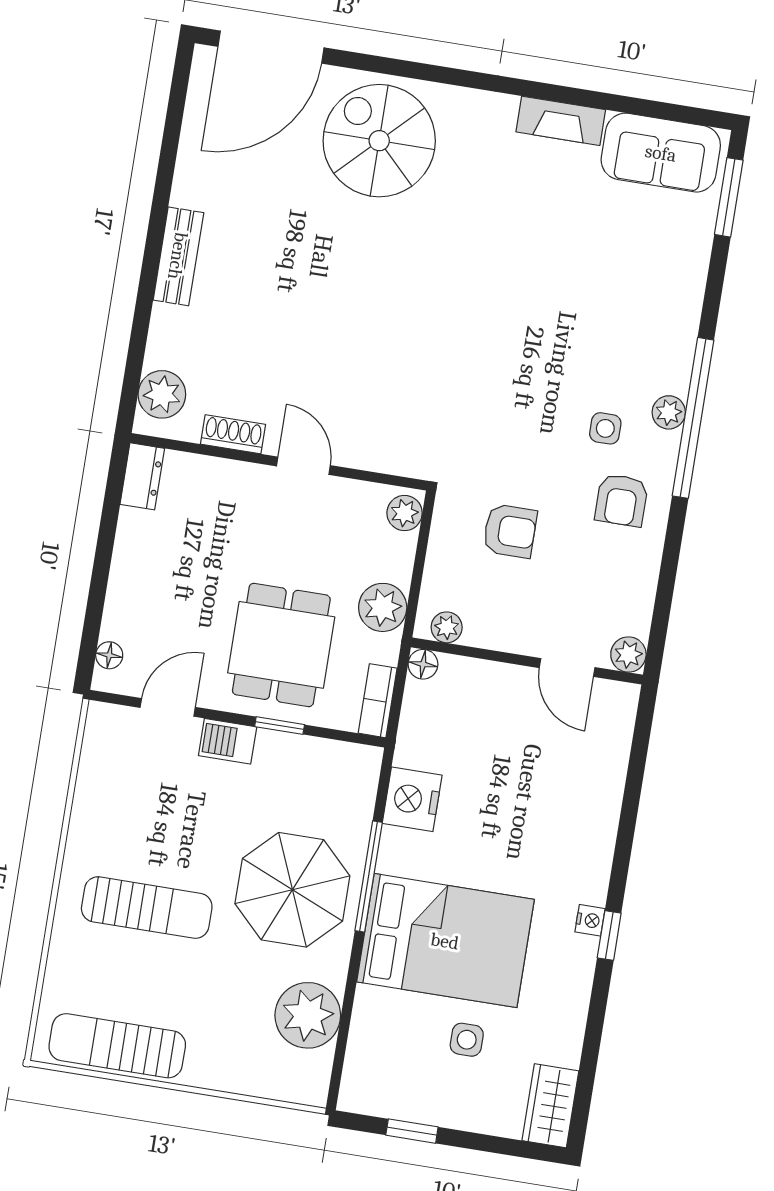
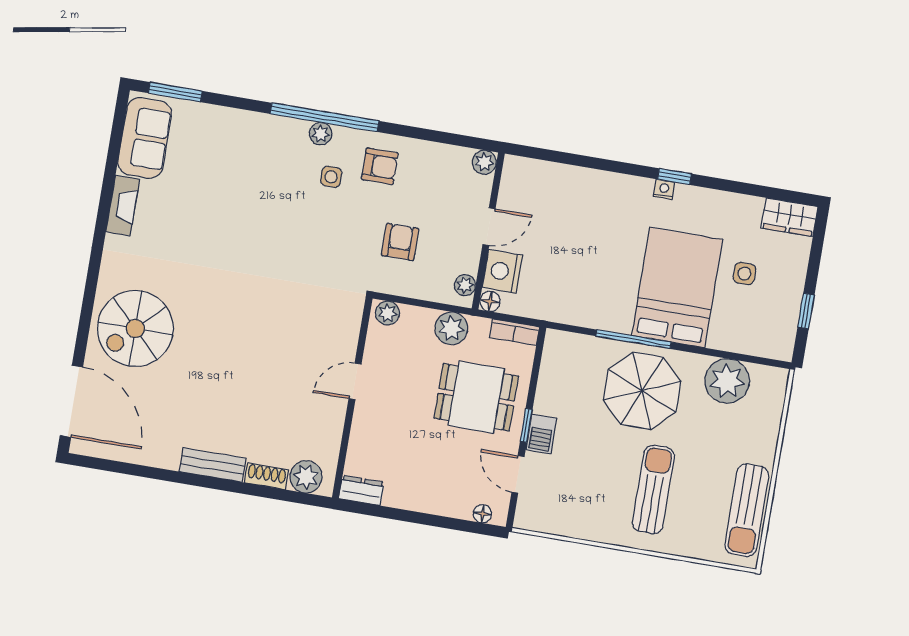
shoe rack: (233, 434) -> (266, 476), moved, turned 90
door: (567, 668) -> (489, 227), moved
window: (280, 726) -> (526, 425), moved
nightstand: (412, 799) -> (502, 271), moved, turned 90

